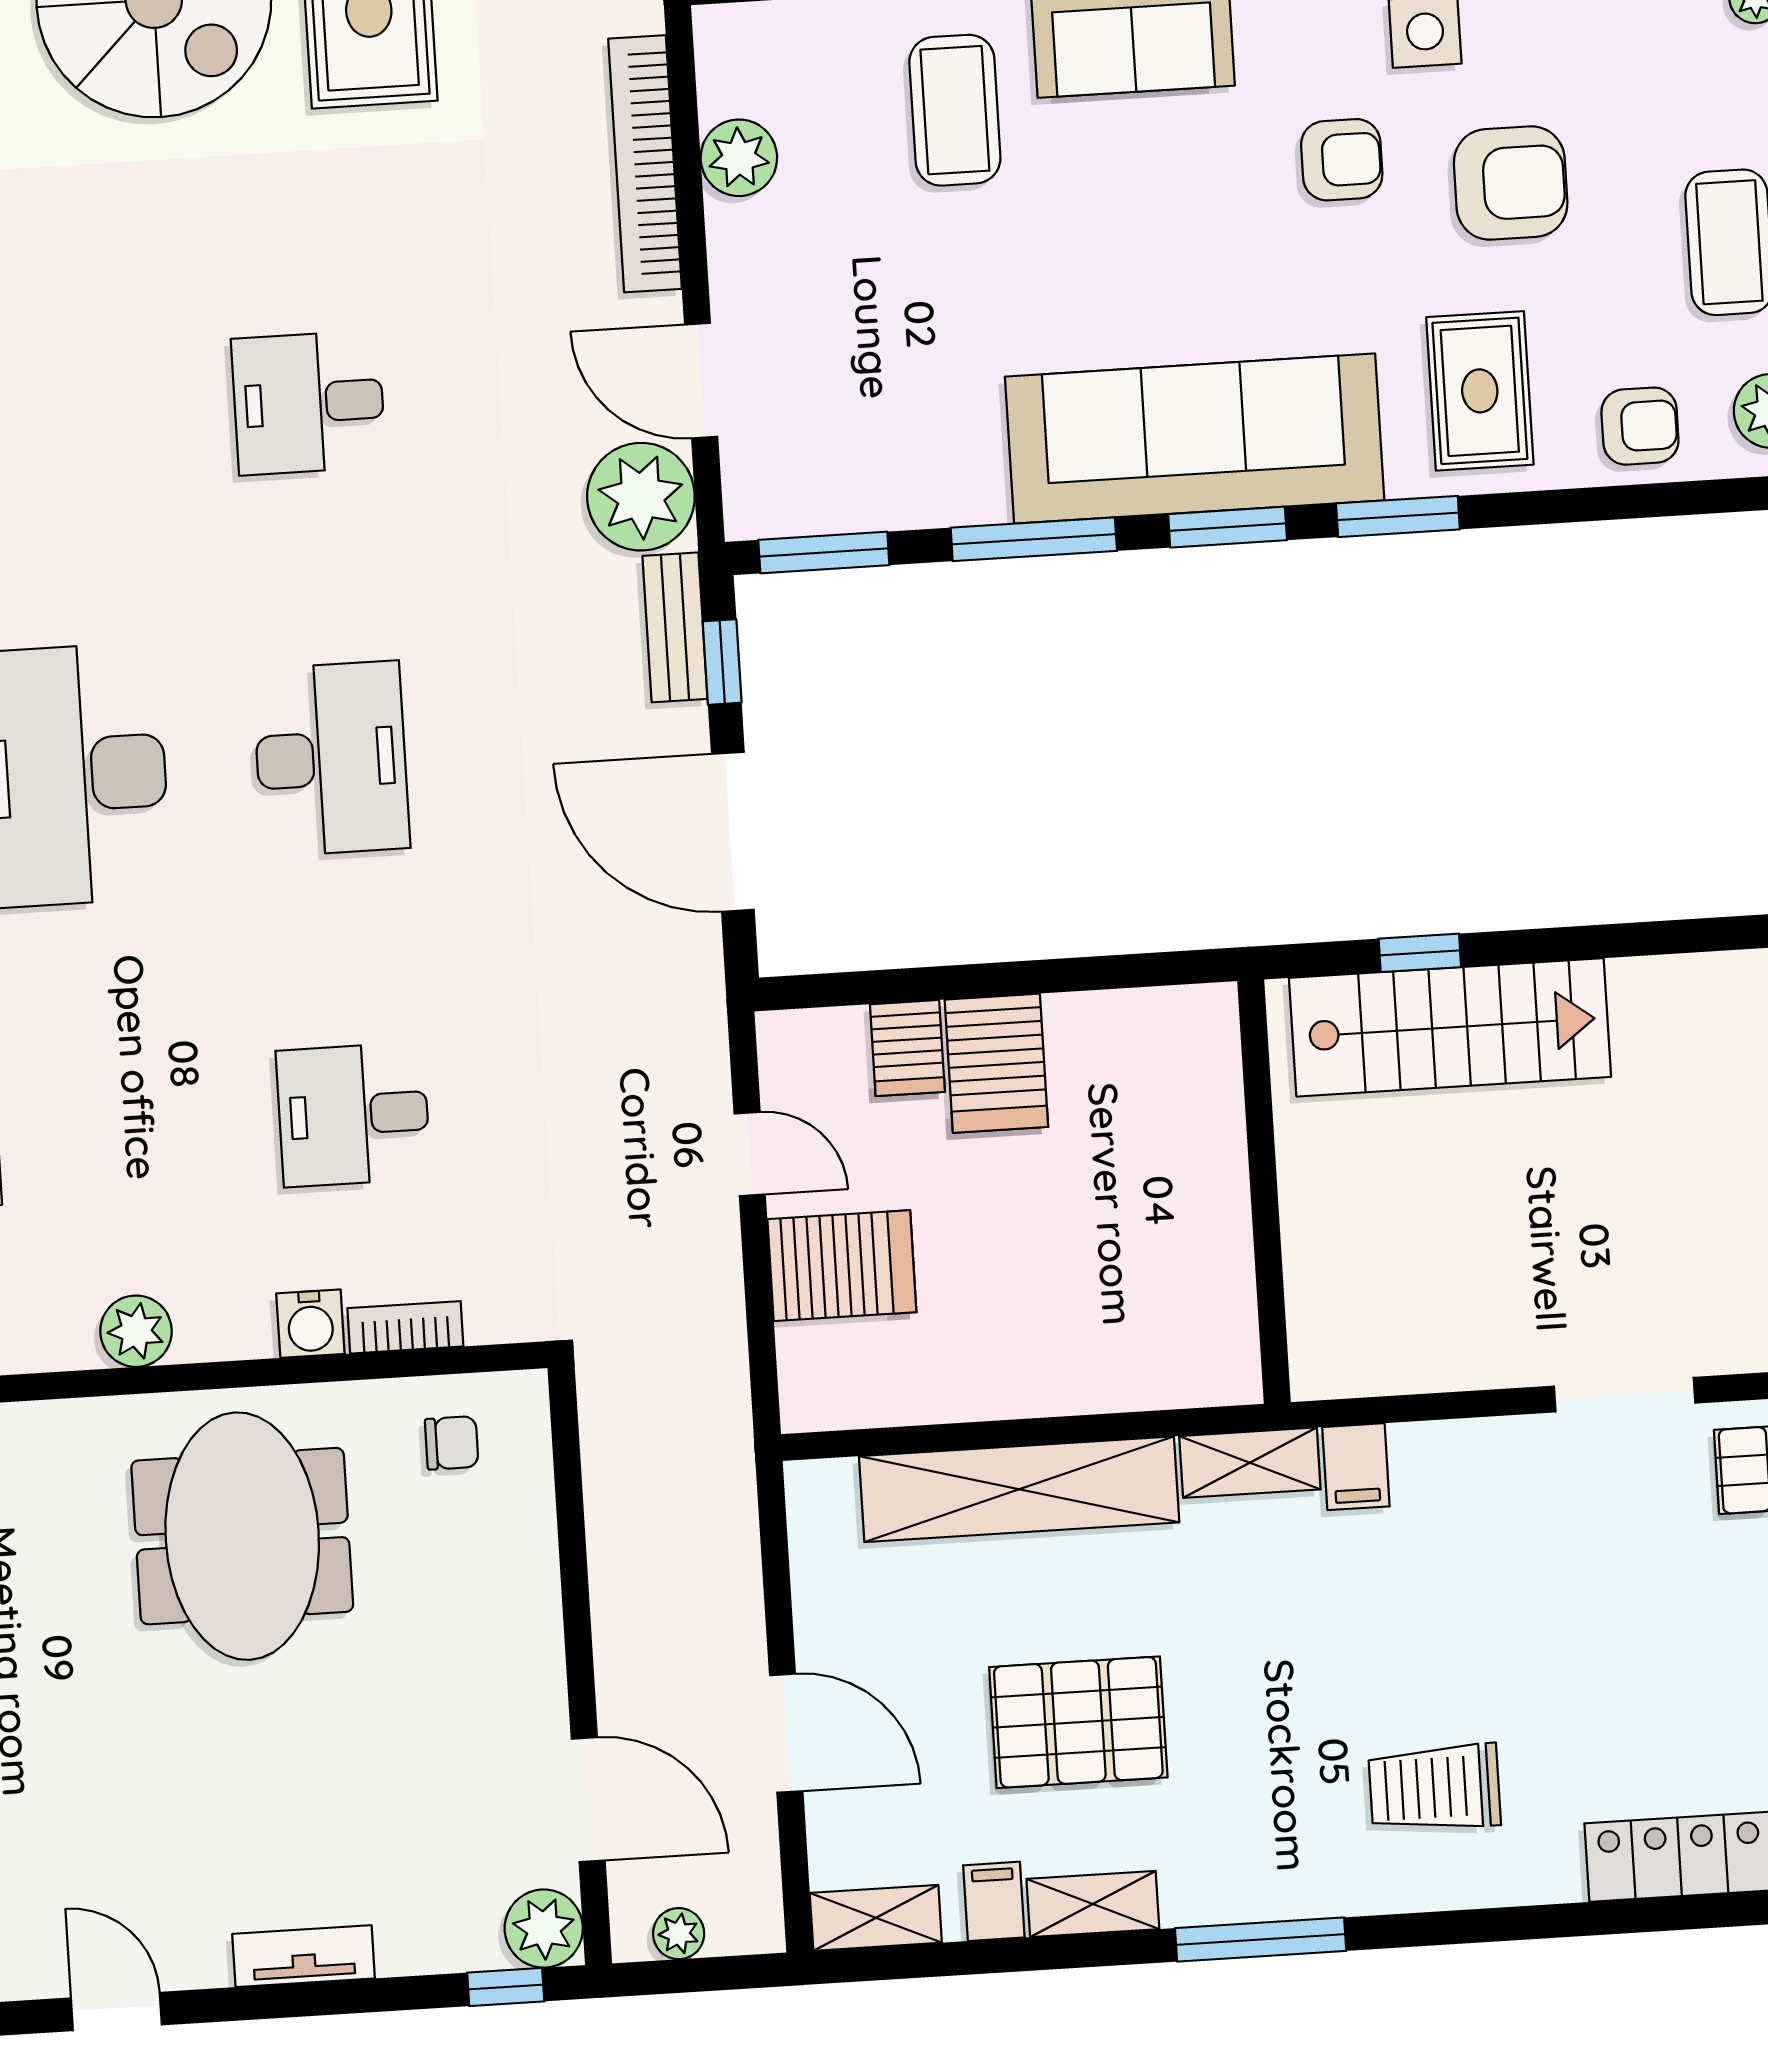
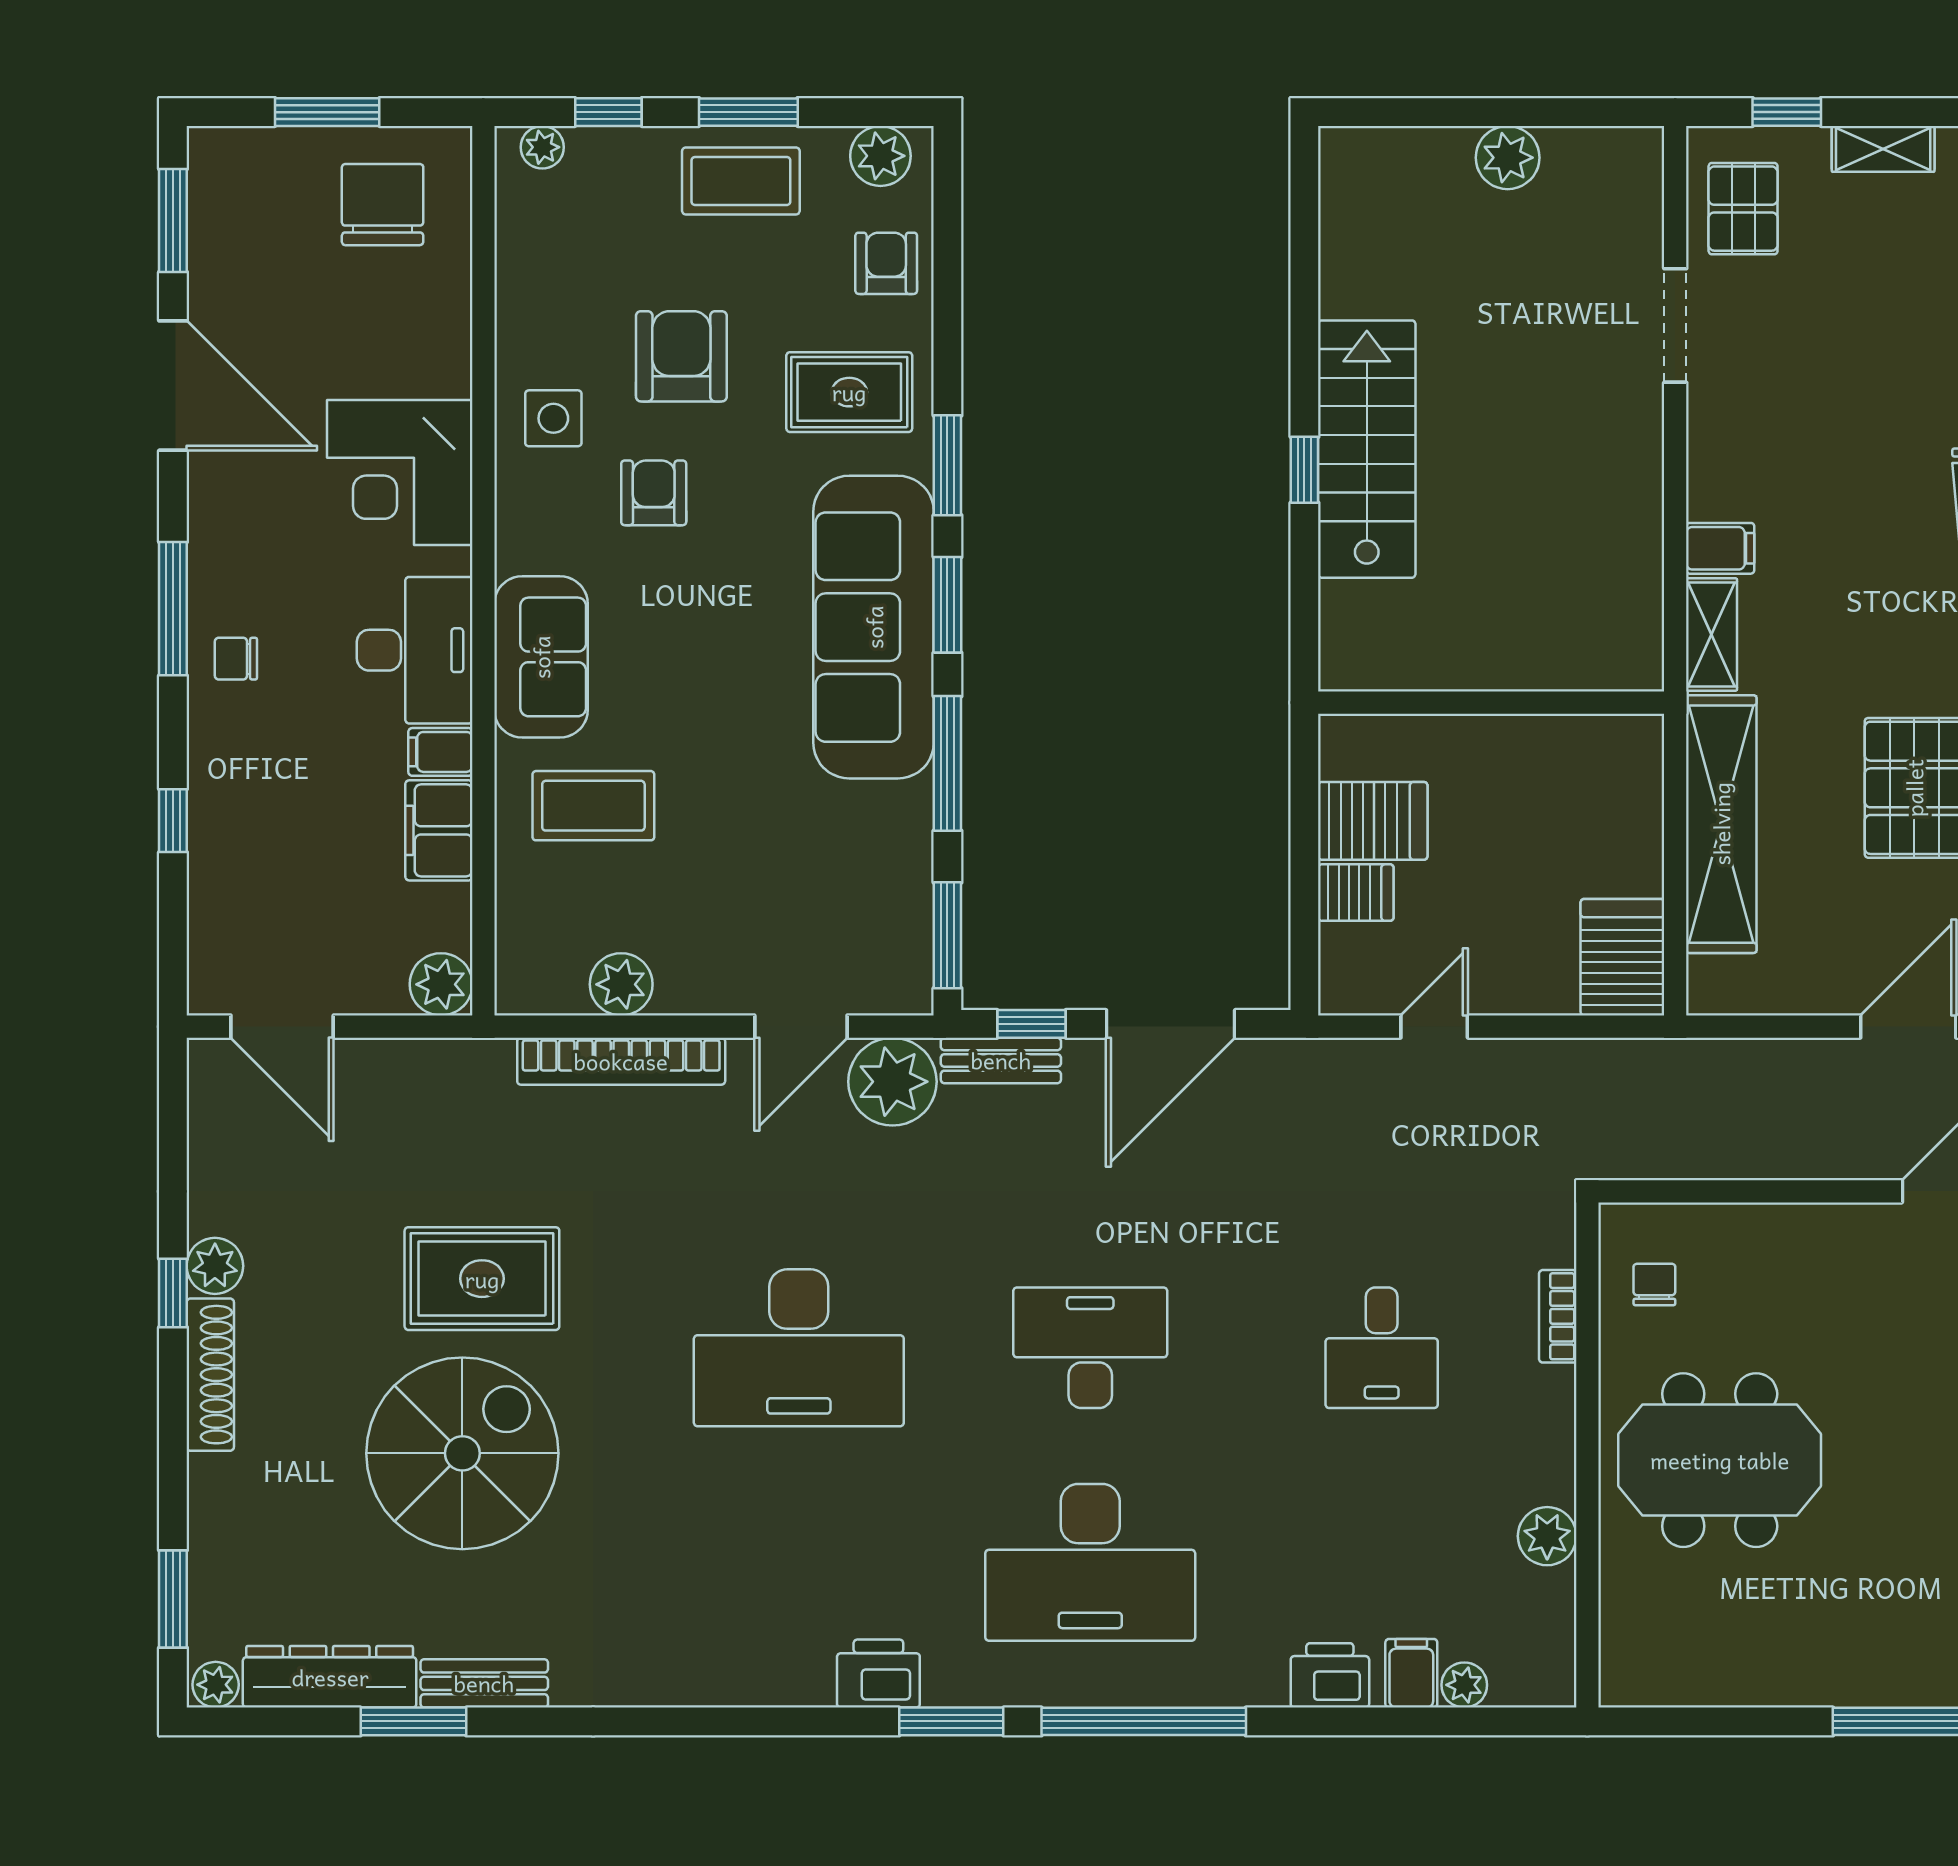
desk: (309, 403) -> (799, 1348), width x1.87, depth x1.30
wall: (1264, 1192) -> (1491, 703), moved
server rack: (842, 1266) -> (1622, 957), moved
water cooler: (310, 1324) -> (1550, 1393), removed

